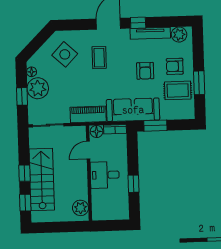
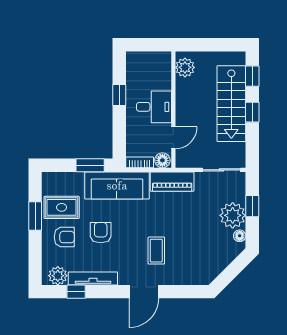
window: (138, 23) -> (76, 292), moved
side table: (65, 54) -> (198, 256), removed

